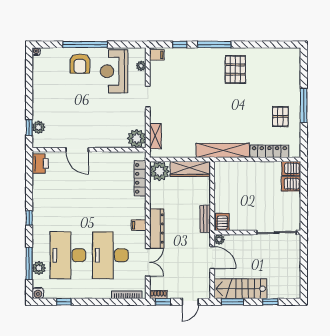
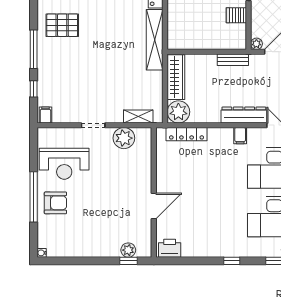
plant: (141, 66) -> (58, 133), removed
plant: (137, 138) -> (124, 138), moved
server rack: (222, 222) -> (236, 15), moved

